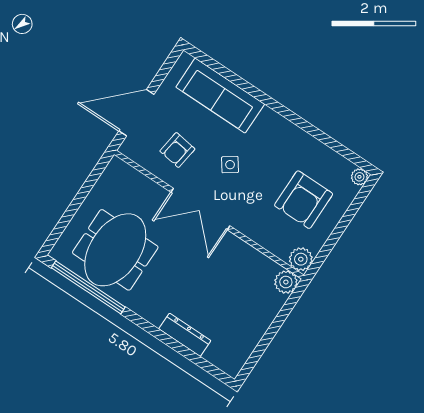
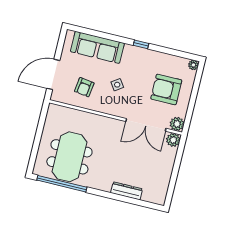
window: (290, 115) -> (141, 44), added
armchair: (304, 200) -> (166, 89), turned 90
double door: (200, 209) -> (146, 125), moved

